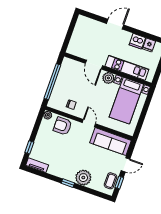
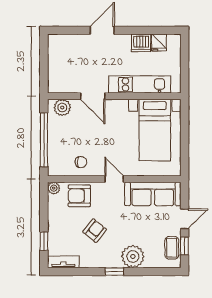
plant: (108, 78) -> (62, 108), moved
armchair: (65, 152) -> (95, 231), added

